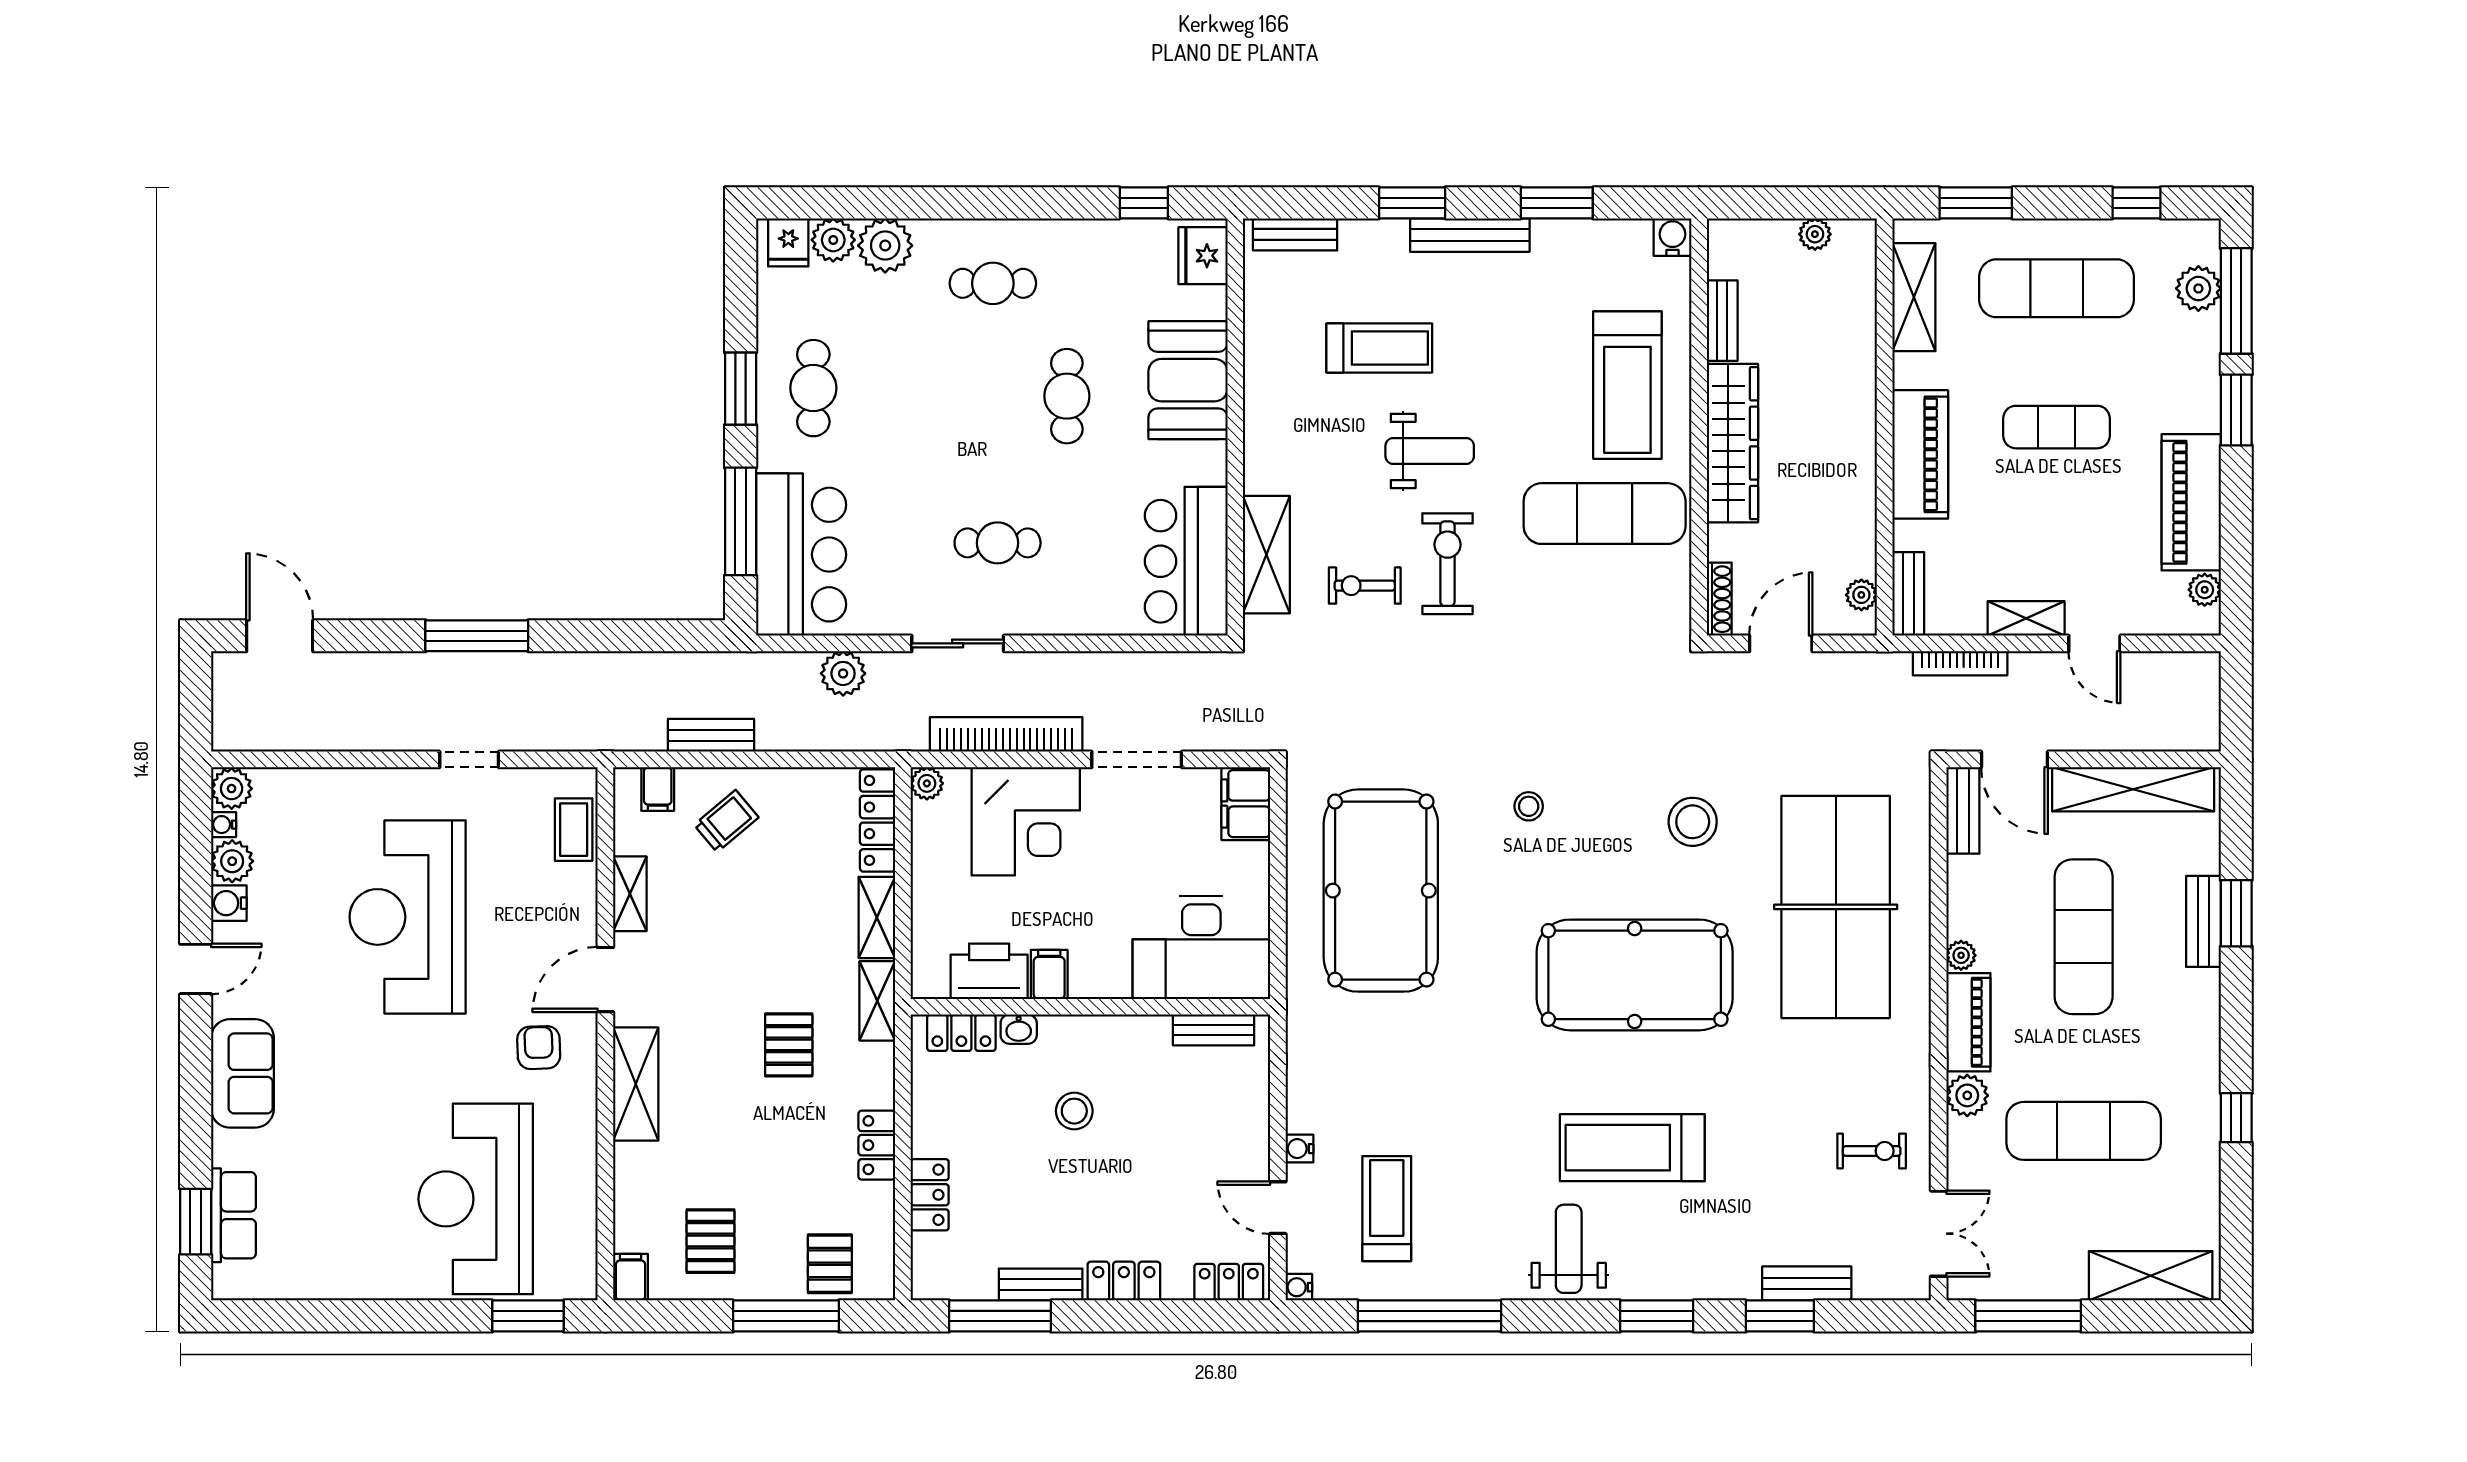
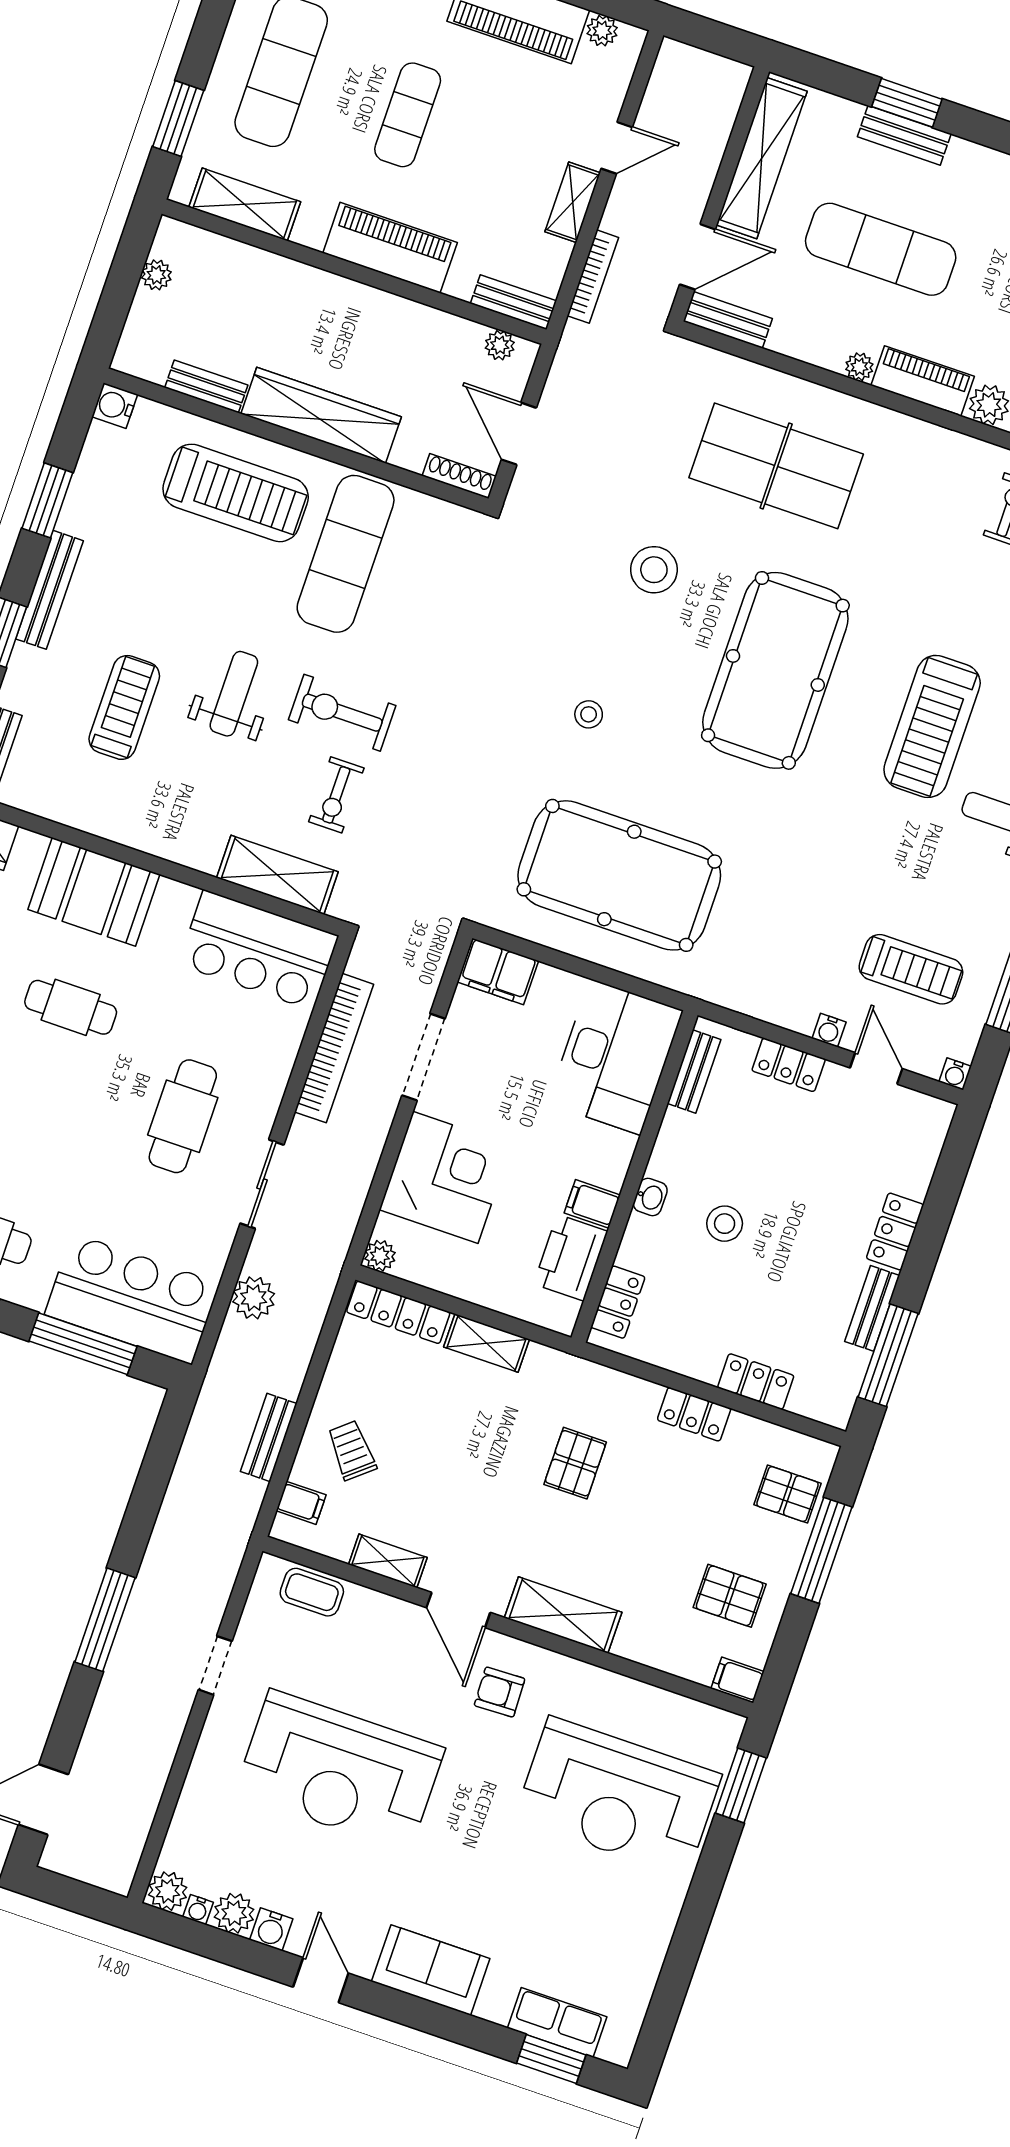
cafe table: (998, 543) -> (183, 1116), width x1.37, depth x1.35
bookcase: (1006, 734) -> (334, 1048), moved, turned 180
table tennis table: (1836, 907) -> (776, 466), width x0.73, depth x0.76
shelving: (877, 1001) -> (563, 1369), removed
washbasin: (1019, 1029) -> (650, 1197), moved
pallet: (789, 1045) -> (575, 1463), turned 90
door: (1278, 1208) -> (876, 1068), swing flipped
treadmill: (1387, 1209) -> (911, 969), turned 180
locker: (1229, 1282) -> (789, 1065), moved, turned -90

